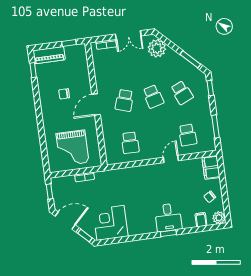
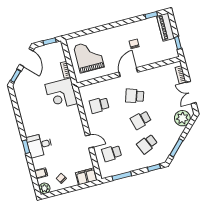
door: (96, 104) -> (128, 72), hinge flipped
grand piano: (72, 148) -> (89, 56), turned 90
corner desk: (111, 223) -> (61, 94), moved, turned 180

